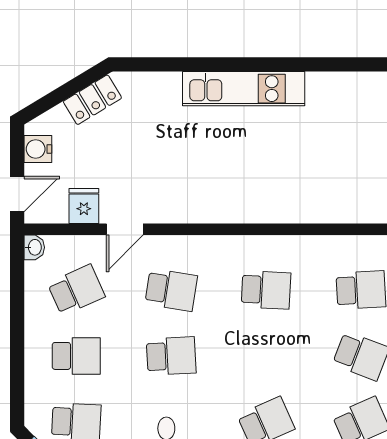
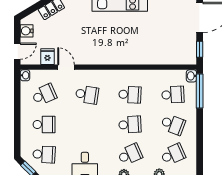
door: (125, 229) -> (66, 67), swing flipped
school desk: (171, 356) -> (130, 125), moved

